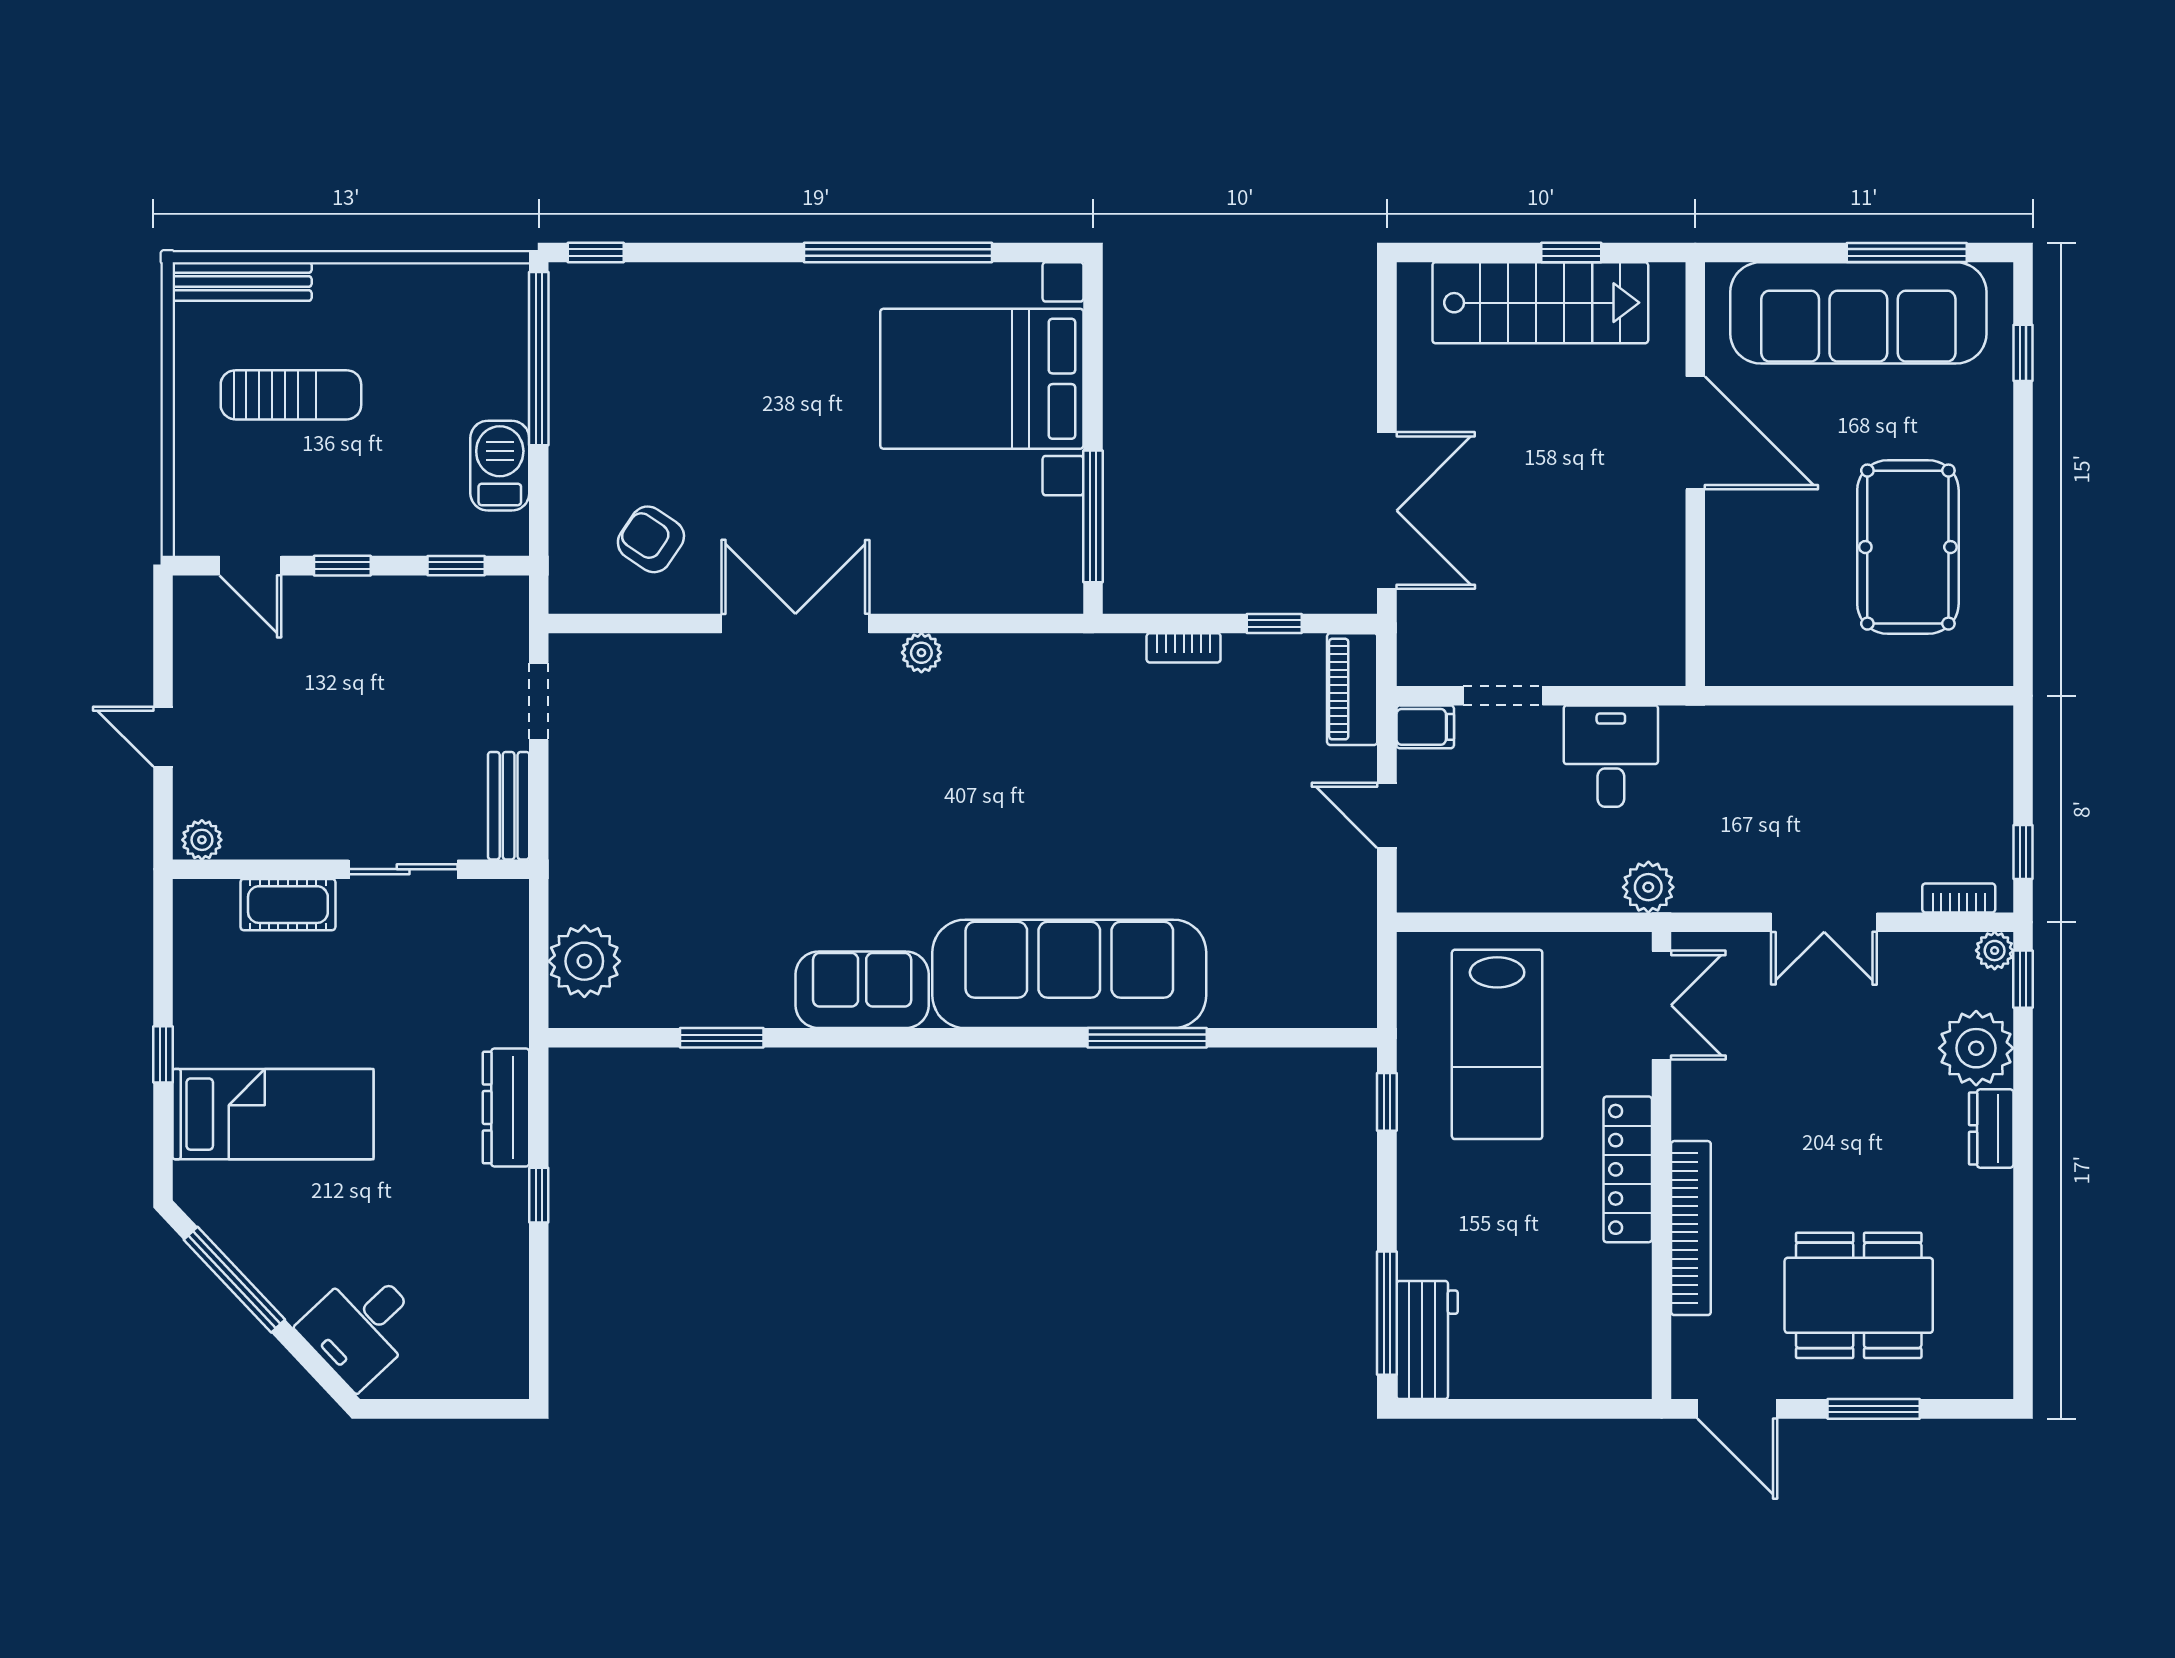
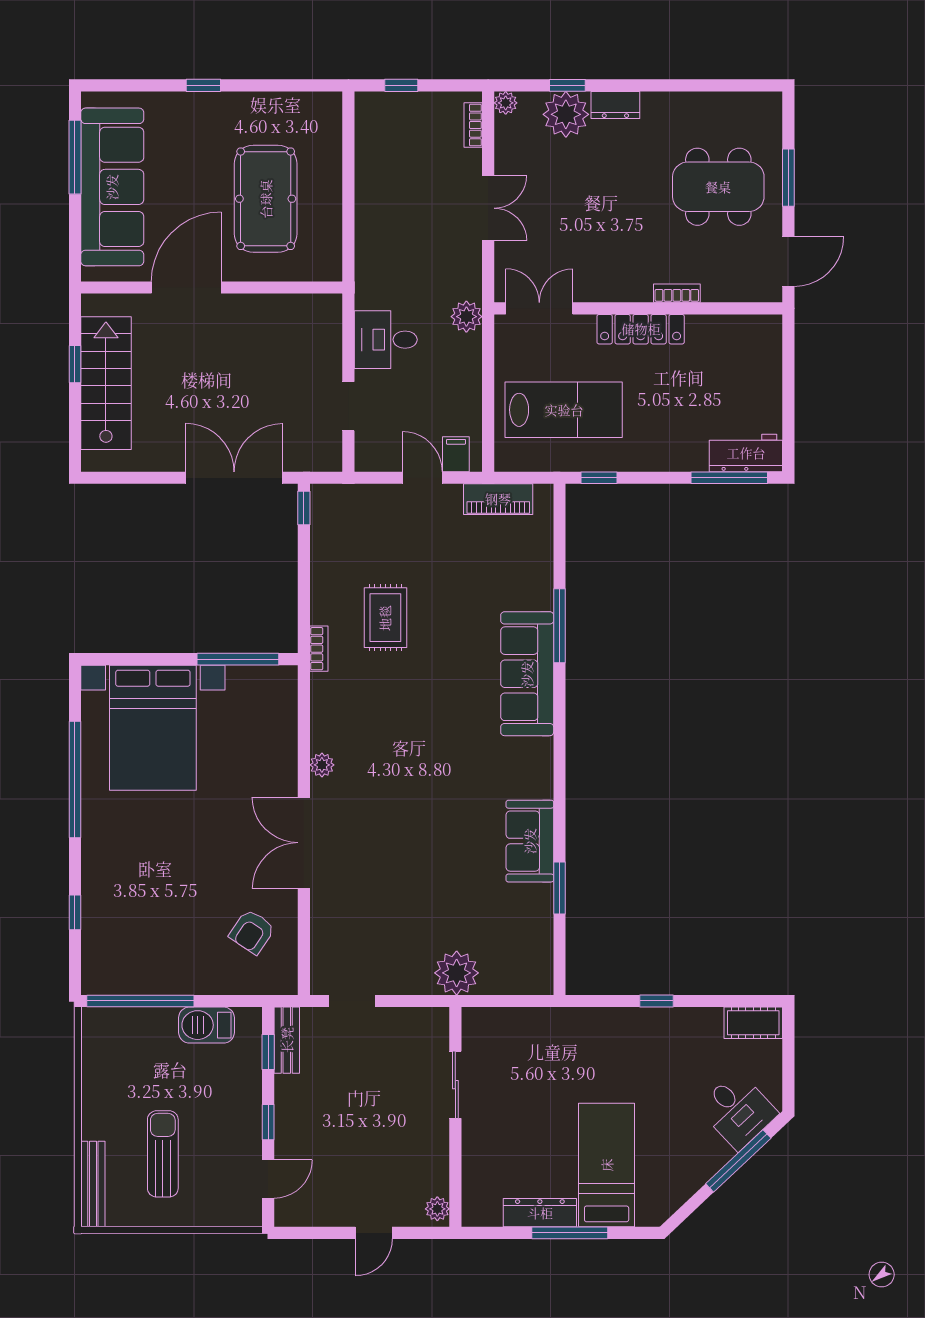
window: (596, 252) -> (75, 912), moved
window: (2023, 353) -> (203, 85), moved
pool table: (1908, 547) -> (266, 199), moved, turned 90
window: (1274, 623) -> (304, 508), moved
bookcase: (1184, 648) -> (319, 649), moved
piano: (1352, 689) -> (498, 499), moved
filing cabinet: (1425, 727) -> (456, 454), moved
rug: (1160, 756) -> (385, 618), added
bench: (509, 806) -> (287, 1040), moved, turned 90
door: (1387, 815) -> (422, 478), swing flipped
window: (2023, 852) -> (401, 85), moved
cot: (288, 905) -> (753, 1023), moved, turned 90
plant: (584, 961) -> (457, 973), moved
sofa: (1069, 974) -> (527, 674), width x0.74, depth x0.79
window: (2023, 979) -> (567, 85), moved
sofa: (862, 990) -> (530, 841), moved
window: (163, 1054) -> (570, 1233), width x2.17
dresser: (506, 1108) -> (540, 1213), moved, turned 180
bookcase: (1691, 1228) -> (677, 293), width x0.43, depth x0.76
window: (234, 1280) -> (738, 1161), moved
dining table: (1859, 1295) -> (718, 187), turned 90

